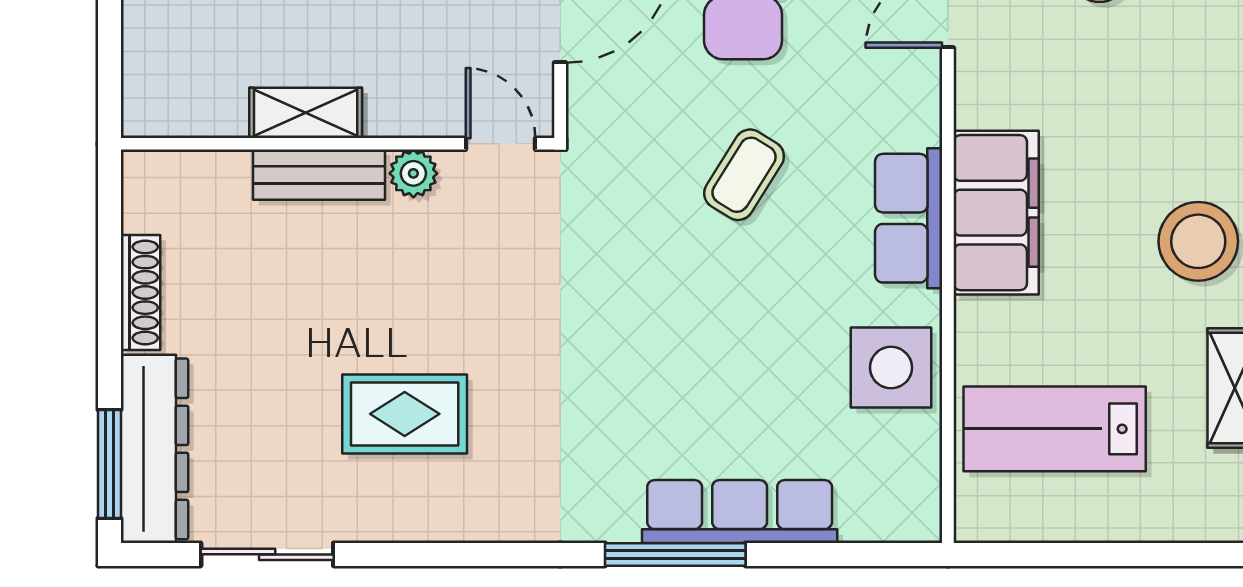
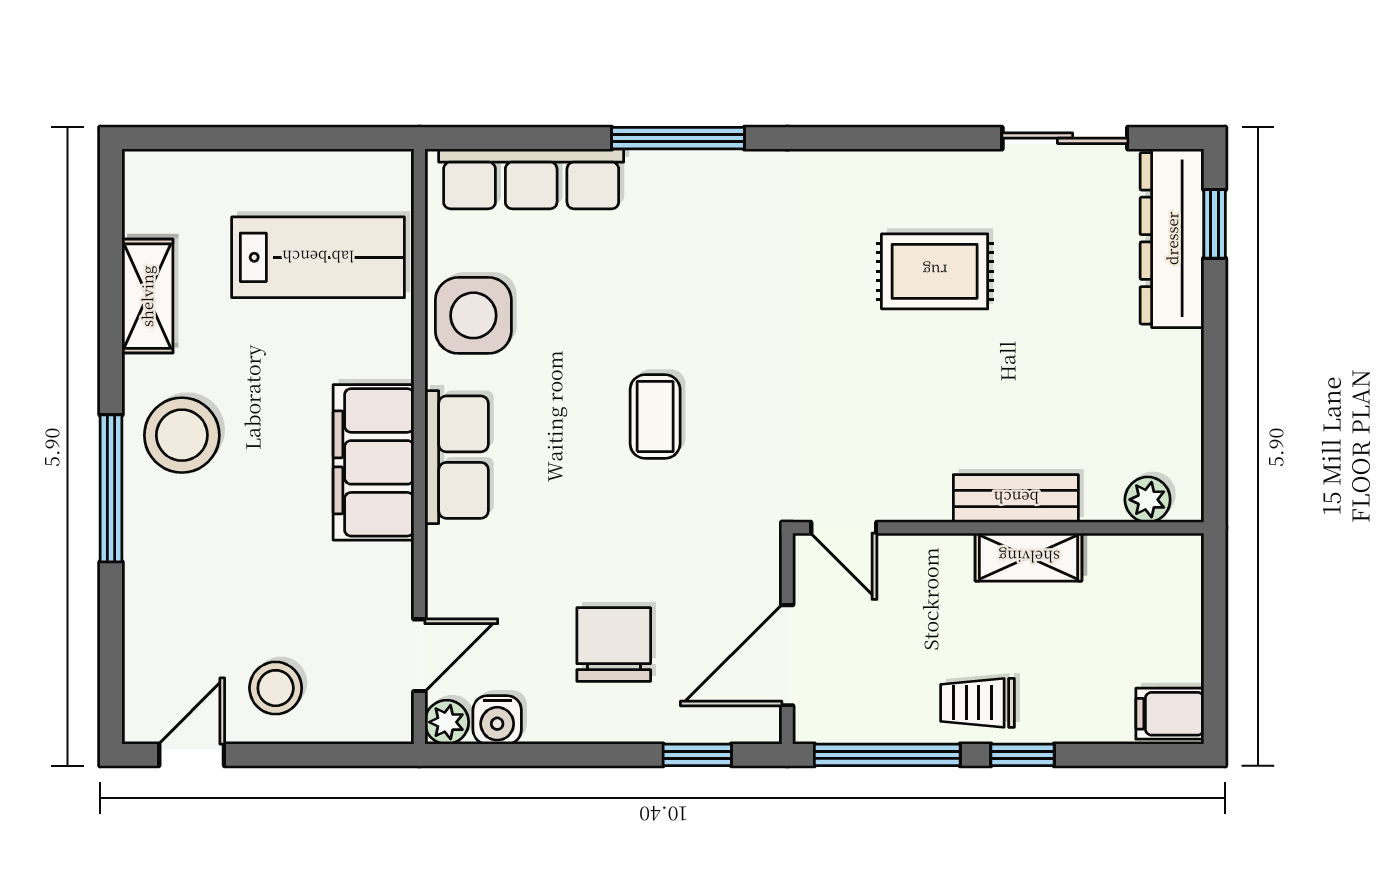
plant: (413, 173) -> (1148, 500), moved
coffee table: (744, 175) -> (655, 417), moved, turned -32
shoe rack: (140, 292) -> (1185, 387), removed
window: (109, 464) -> (1215, 224), width x0.67
row of seats: (740, 511) -> (531, 179), moved

